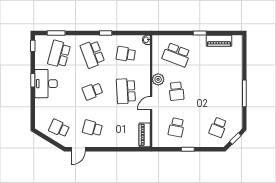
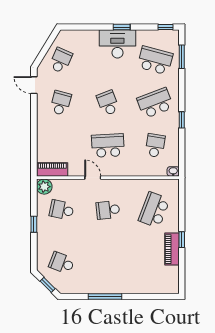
piano: (219, 41) -> (172, 249), moved
plant: (158, 79) -> (44, 187), moved

